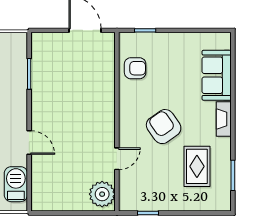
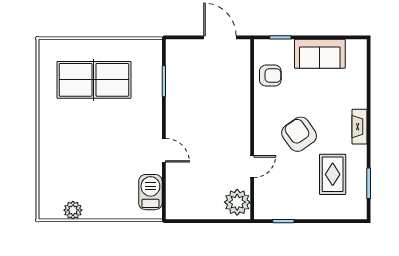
sofa: (217, 75) -> (320, 54), moved, turned -90

